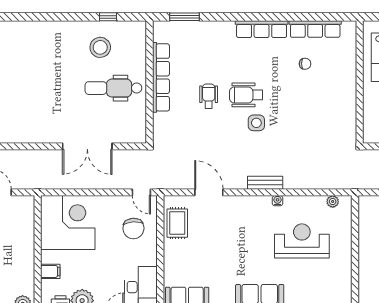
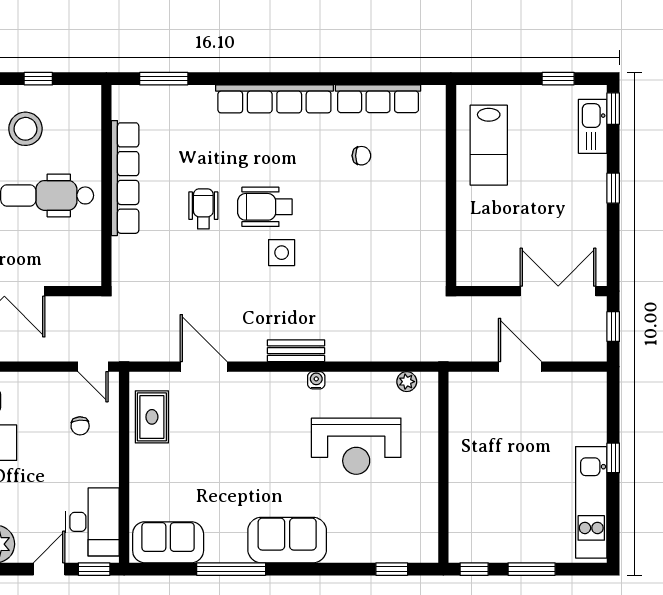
row of seats: (262, 29) -> (274, 99), width x1.36
chair: (133, 228) -> (80, 426), width x0.54, depth x0.54
reception desk: (302, 241) -> (356, 446), turned 180

